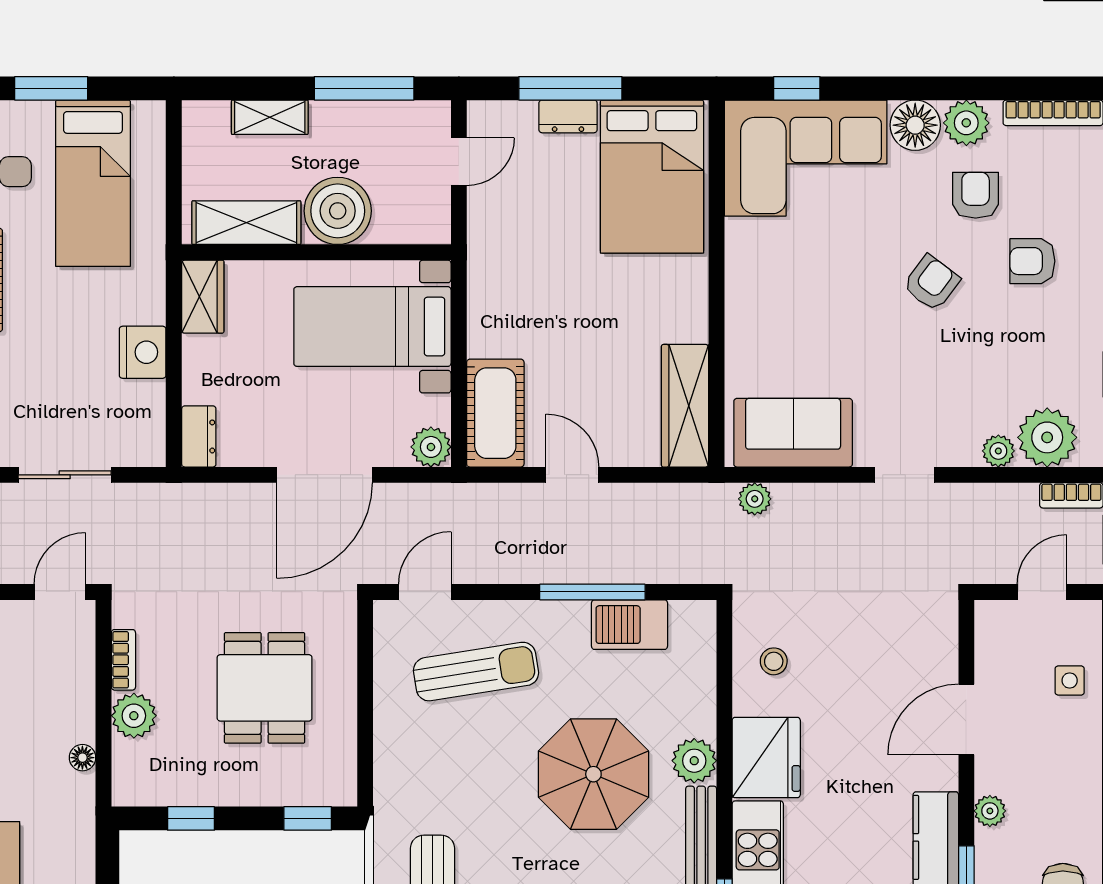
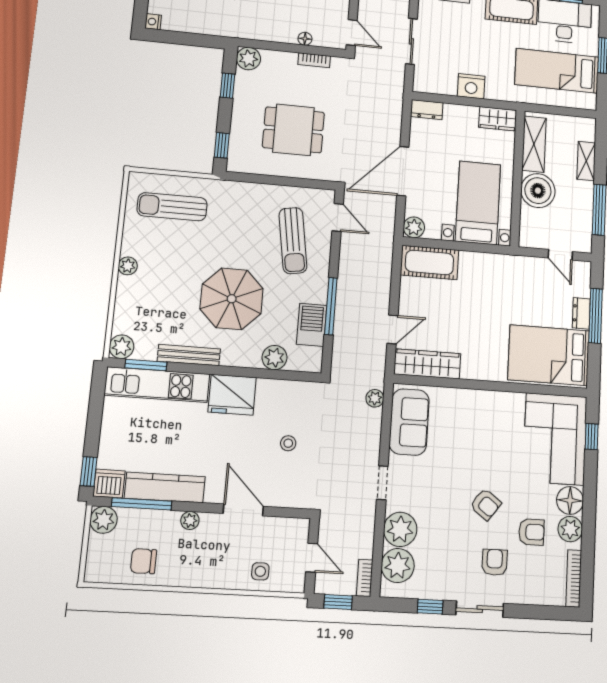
plant: (998, 451) -> (400, 529), width x1.88, depth x1.88
door: (325, 475) -> (403, 171), hinge flipped
door: (572, 475) -> (392, 329), moved
stool: (774, 661) -> (288, 443), moved
plant: (134, 716) -> (248, 59), moved
floor lamp: (82, 758) -> (305, 39), moved
plant: (694, 761) -> (275, 358), moved

